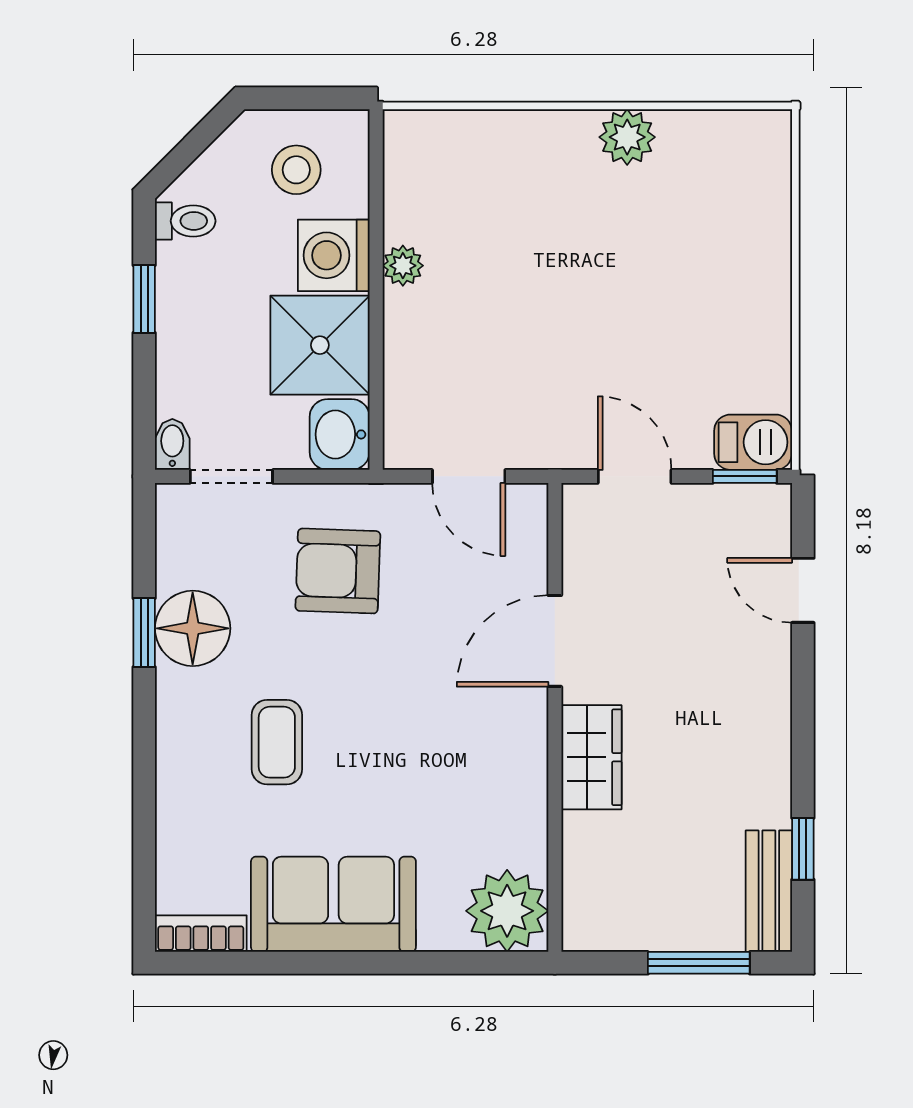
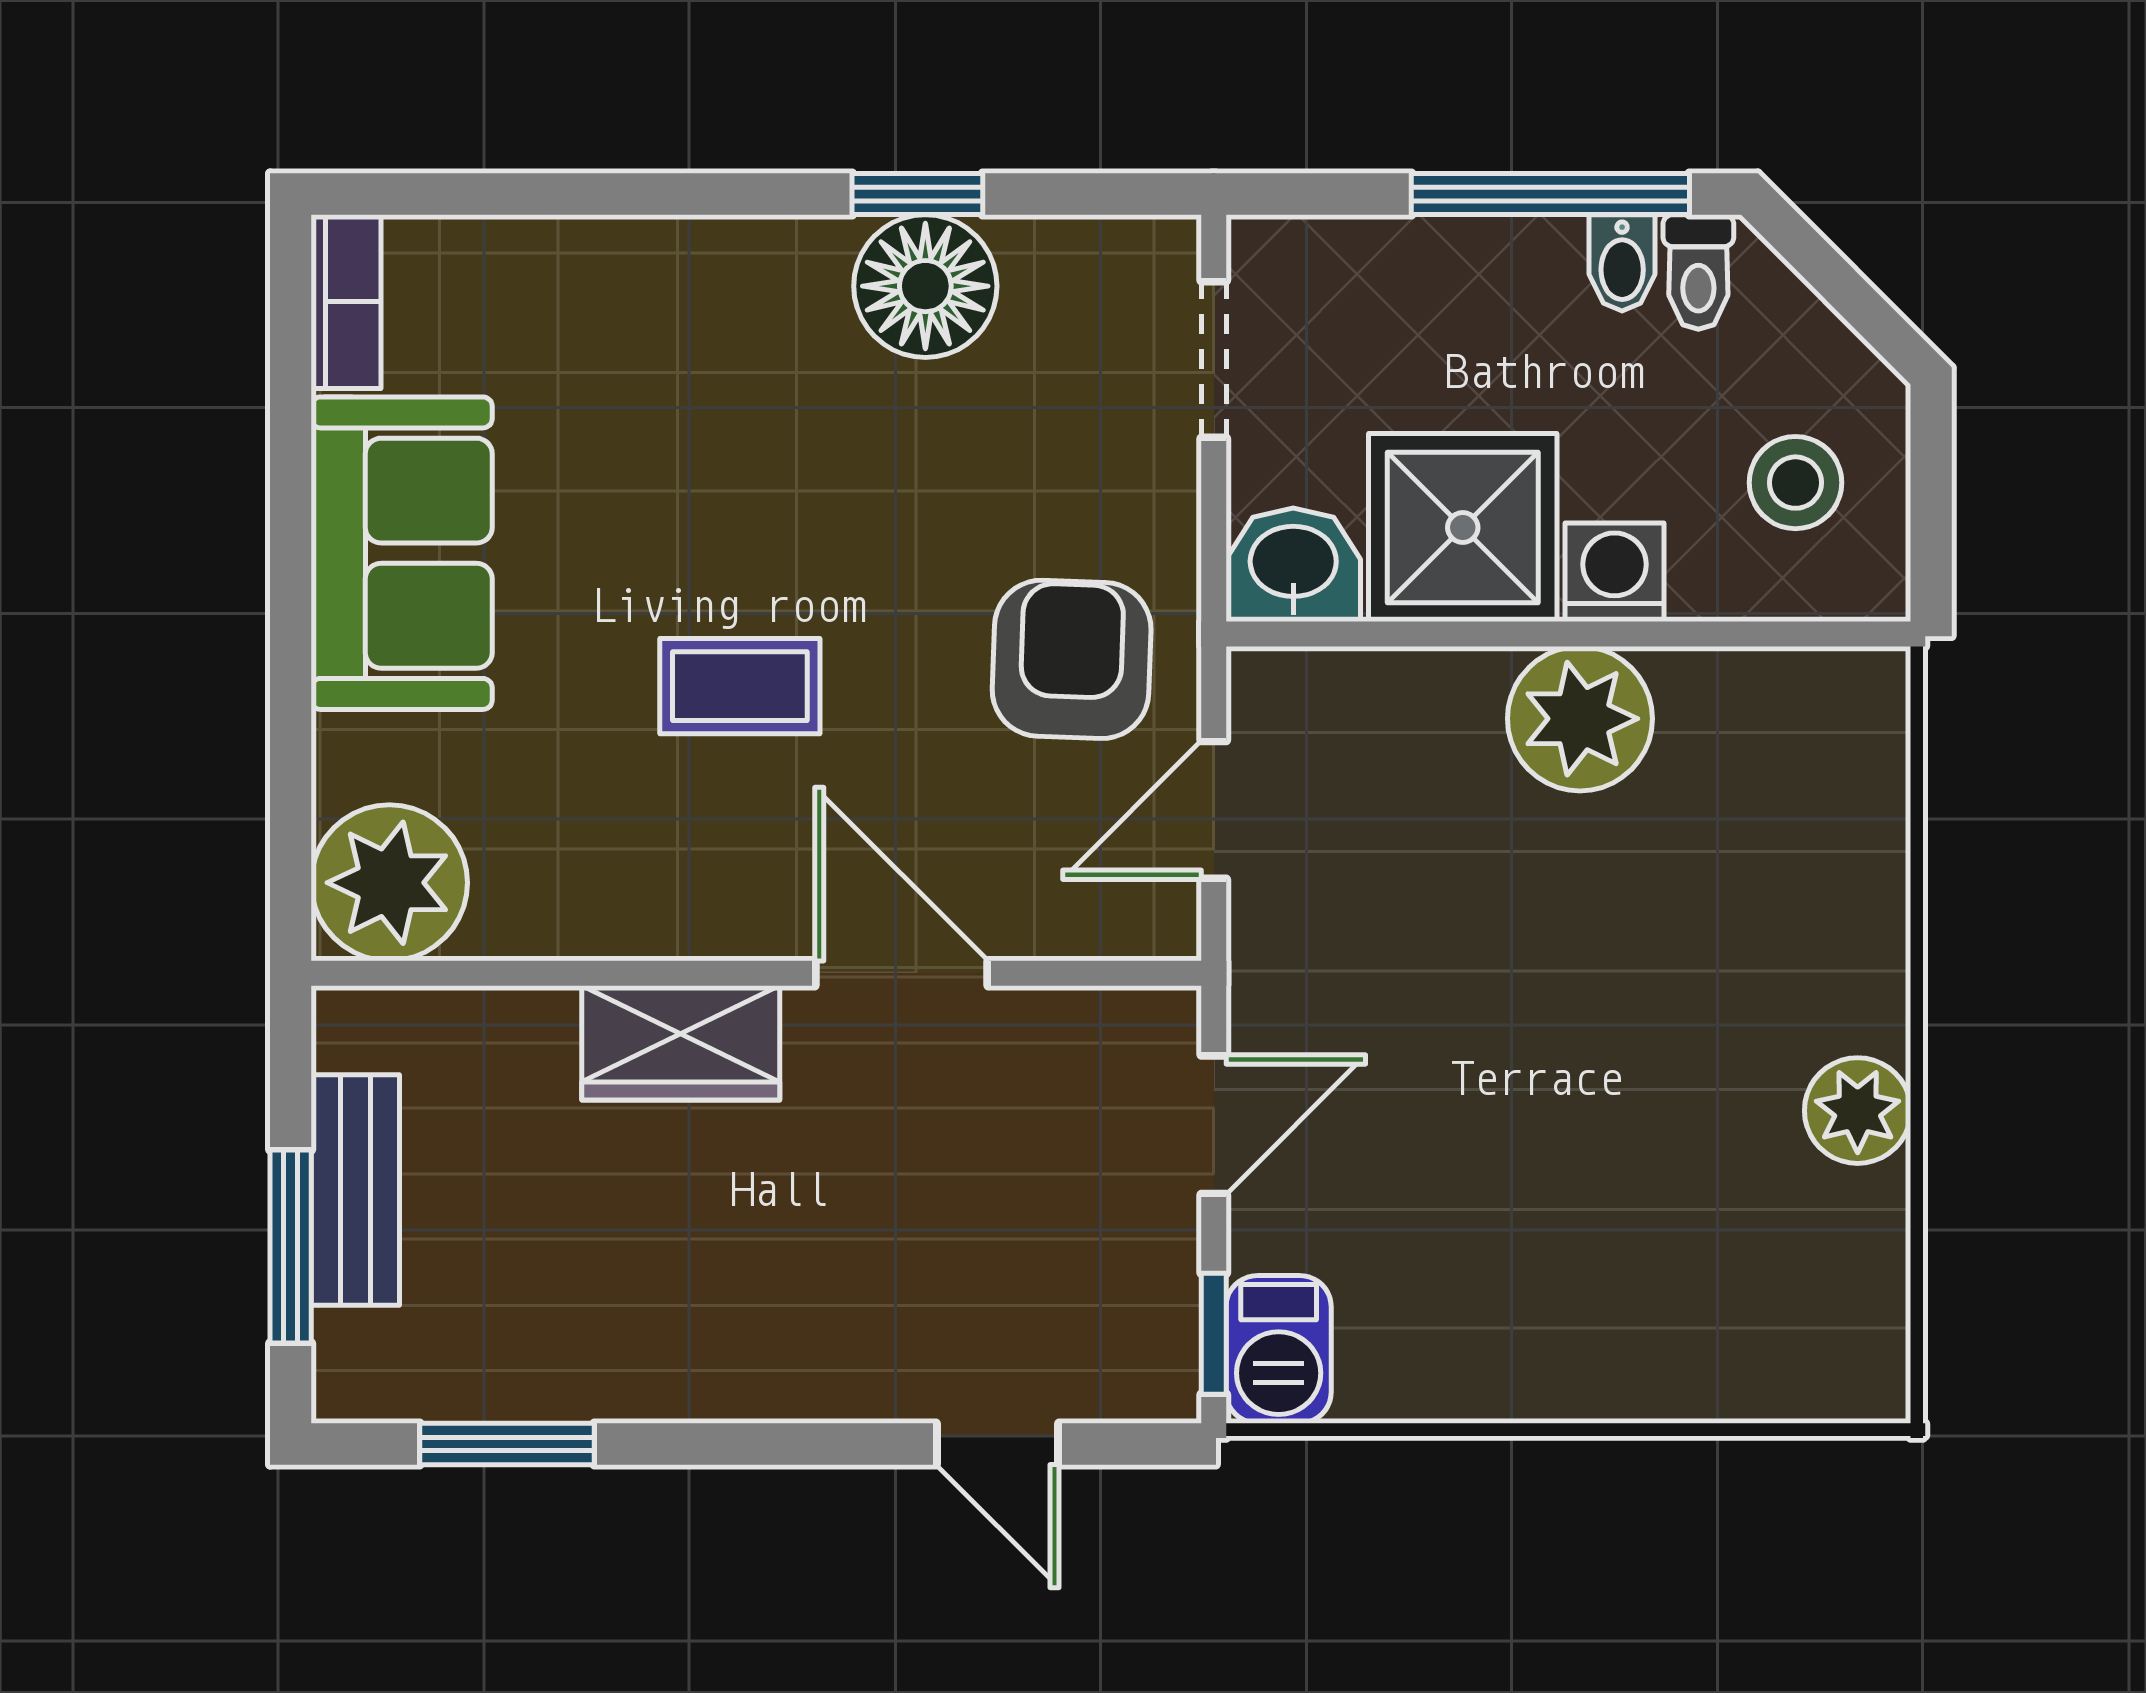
washing machine: (334, 255) -> (1615, 572), width x0.73, depth x0.73
plant: (403, 266) -> (1580, 719), width x1.88, depth x1.88
window: (144, 299) -> (1550, 194), width x2.17
bidet: (172, 444) -> (1622, 263), moved, turned 90
armchair: (338, 571) -> (1072, 659), moved
door: (803, 590) -> (998, 1444), swing flipped
coffee table: (277, 742) -> (740, 686), moved
window: (803, 849) -> (507, 1444), width x1.50
bench: (769, 891) -> (355, 1190), moved, turned 90

